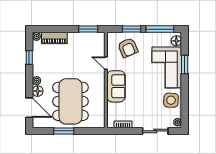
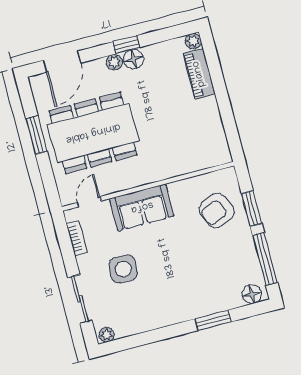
window: (88, 29) -> (231, 130), removed
window: (29, 58) -> (126, 45), moved
door: (106, 63) -> (89, 202), moved
corner sofa: (167, 67) -> (200, 290), removed
floor lamp: (38, 91) -> (133, 59), moved
side table: (171, 100) -> (123, 269), moved

